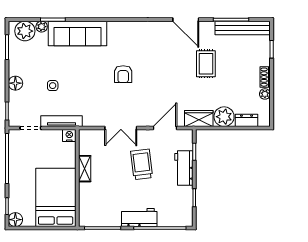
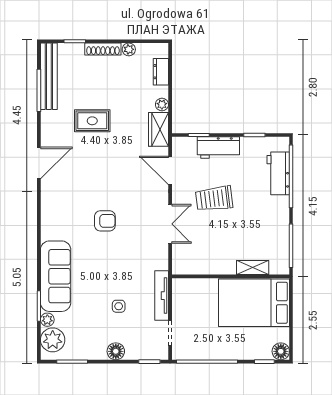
door: (186, 20) -> (39, 163), moved
shoe rack: (265, 77) -> (103, 49), width x1.43
plant: (224, 117) -> (162, 104), width x0.53, depth x0.53
nightstand: (69, 136) -> (179, 286), removed
shelving: (85, 169) -> (253, 267), moved
workbench: (139, 217) -> (278, 173), moved

